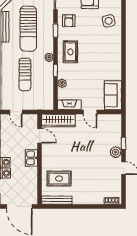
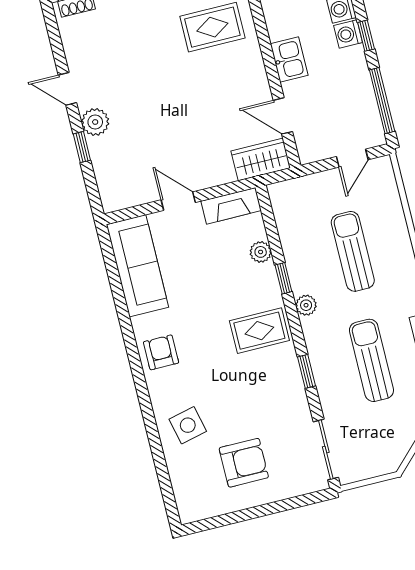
armchair: (69, 21) -> (161, 352), moved
sun lounger: (28, 29) -> (371, 360), width x0.73, depth x0.75
rug: (70, 52) -> (259, 331), turned 90
sofa: (113, 95) -> (137, 266), width x1.36
door: (16, 112) -> (352, 158), swing flipped
wardrobe: (58, 121) -> (261, 159), width x0.67

